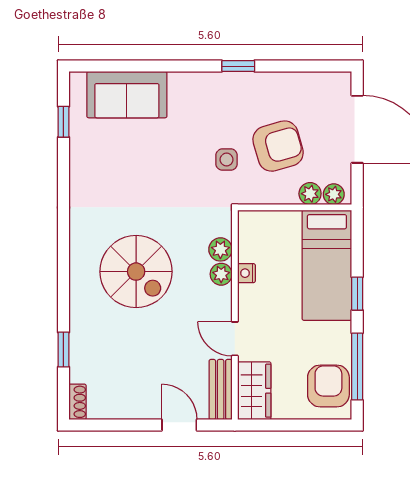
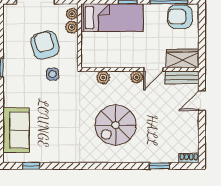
spiral stairs: (136, 272) -> (116, 125), turned 180
nightstand: (246, 273) -> (116, 63), removed
plant: (221, 274) -> (137, 77), moved

